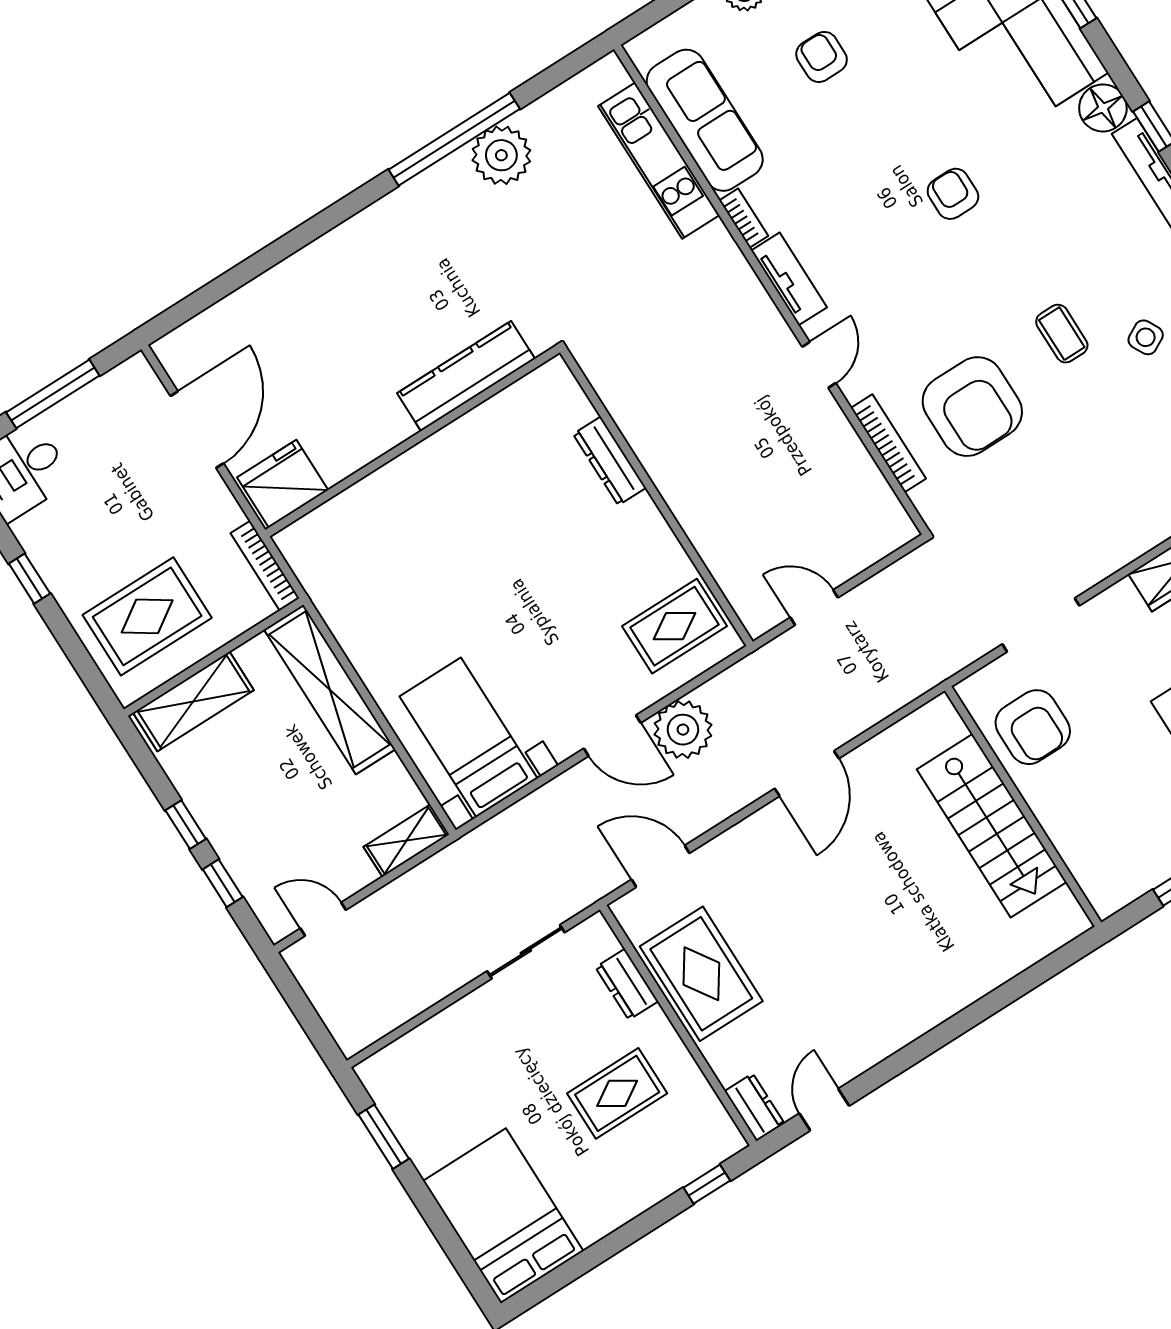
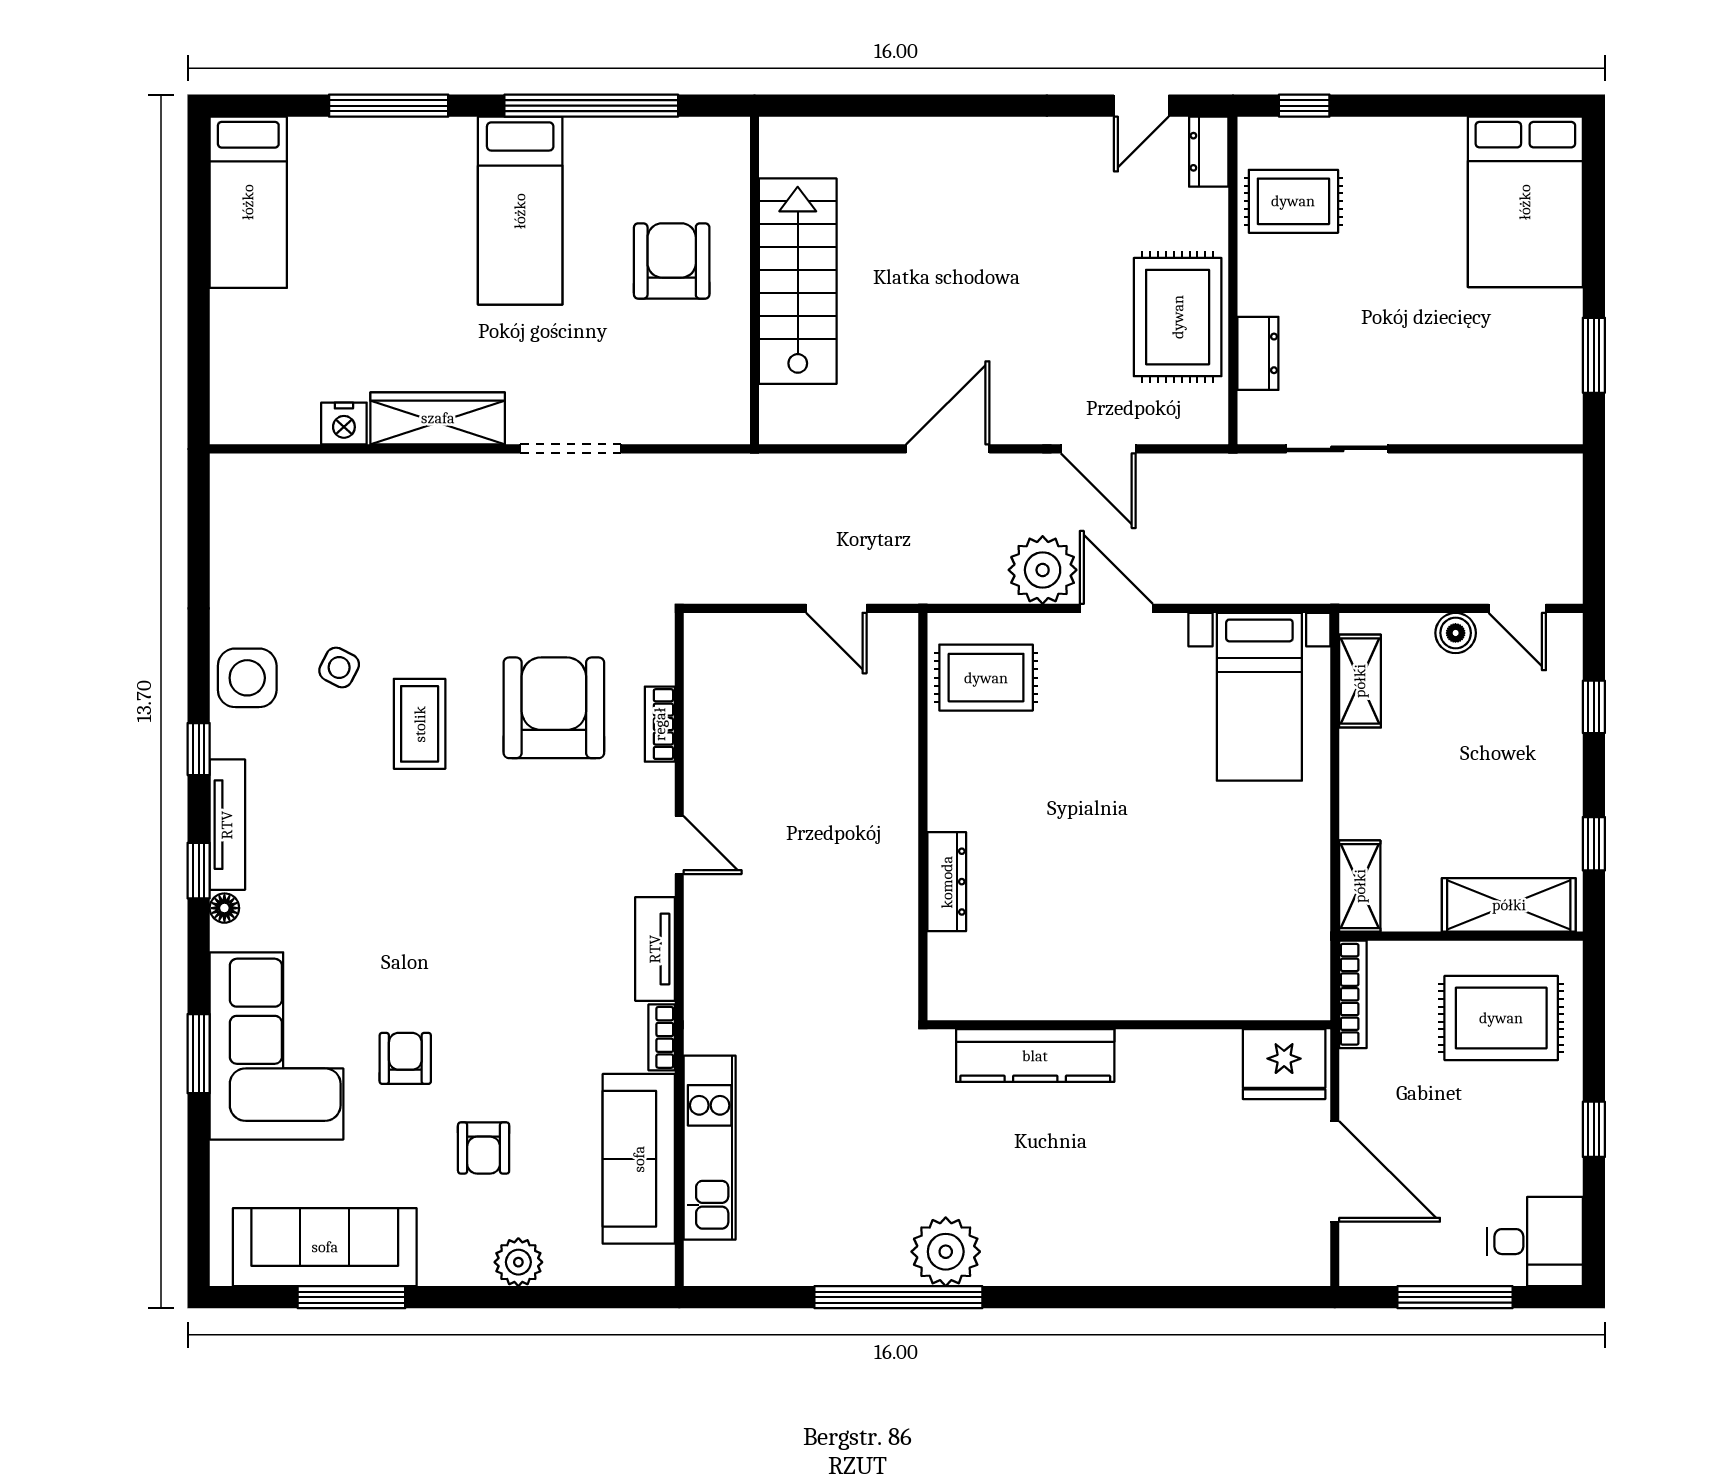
floor lamp: (1103, 108) -> (224, 908), width x0.53, depth x0.53
plant: (501, 155) -> (946, 1252), moved
armchair: (953, 194) -> (405, 1058), moved, turned 180
coffee table: (1062, 334) -> (420, 724), width x1.36, depth x1.30
side table: (1146, 337) -> (339, 667), turned -35
door: (819, 365) -> (679, 845), swing flipped
door: (197, 430) -> (1335, 1171), swing flipped
bookcase: (888, 443) -> (660, 724), width x0.64
doorway: (1041, 625) -> (571, 449), moved
shelving: (330, 689) -> (1360, 886), width x0.45, depth x0.75
armchair: (1033, 727) -> (672, 261), moved
window: (186, 825) -> (1594, 844), moved
shelving: (406, 841) -> (1360, 681), moved, turned 90
door: (660, 866) -> (1098, 449), moved
boiler: (356, 873) -> (1456, 633), added
rug: (617, 1093) -> (1293, 201), moved

